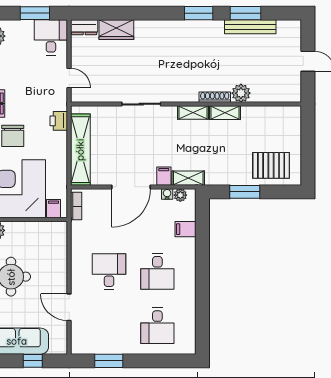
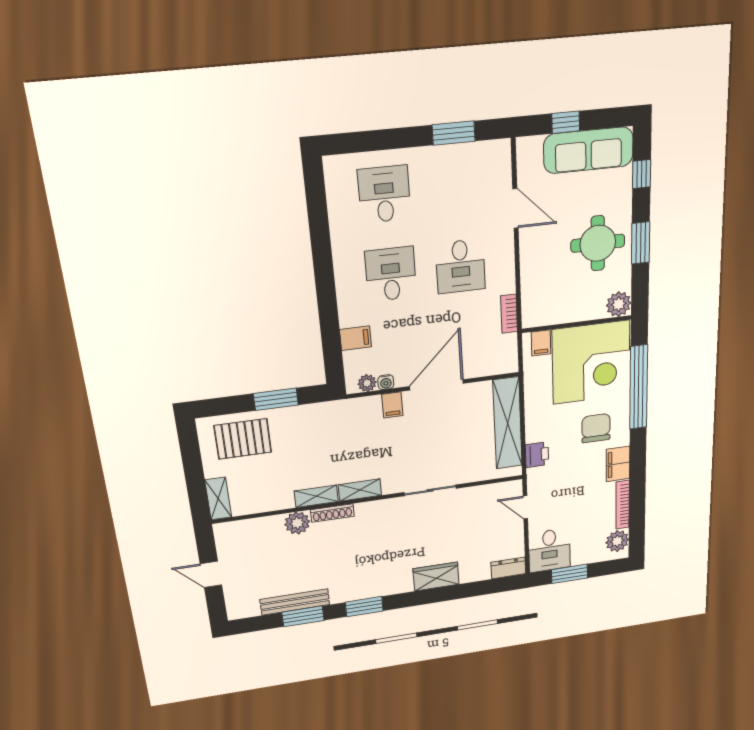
wardrobe: (116, 30) -> (436, 577), moved
shelving: (188, 178) -> (218, 499), moved, turned 90
bookcase: (76, 206) -> (509, 314), moved

